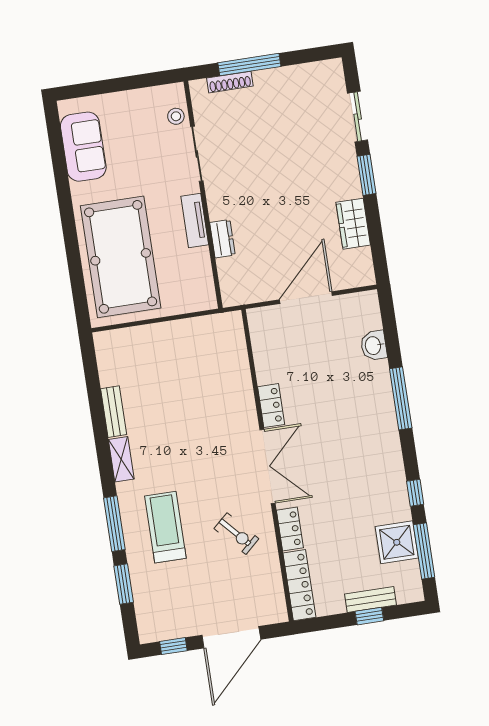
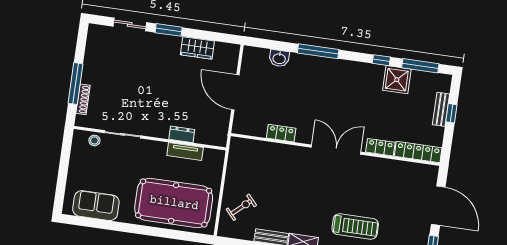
tv unit: (195, 221) -> (185, 152), moved
locker: (271, 406) -> (281, 133), moved
treadmill: (165, 527) -> (355, 227), turned 180
exercise bike: (236, 534) -> (241, 207), moved
shower: (397, 542) -> (397, 80), moved

